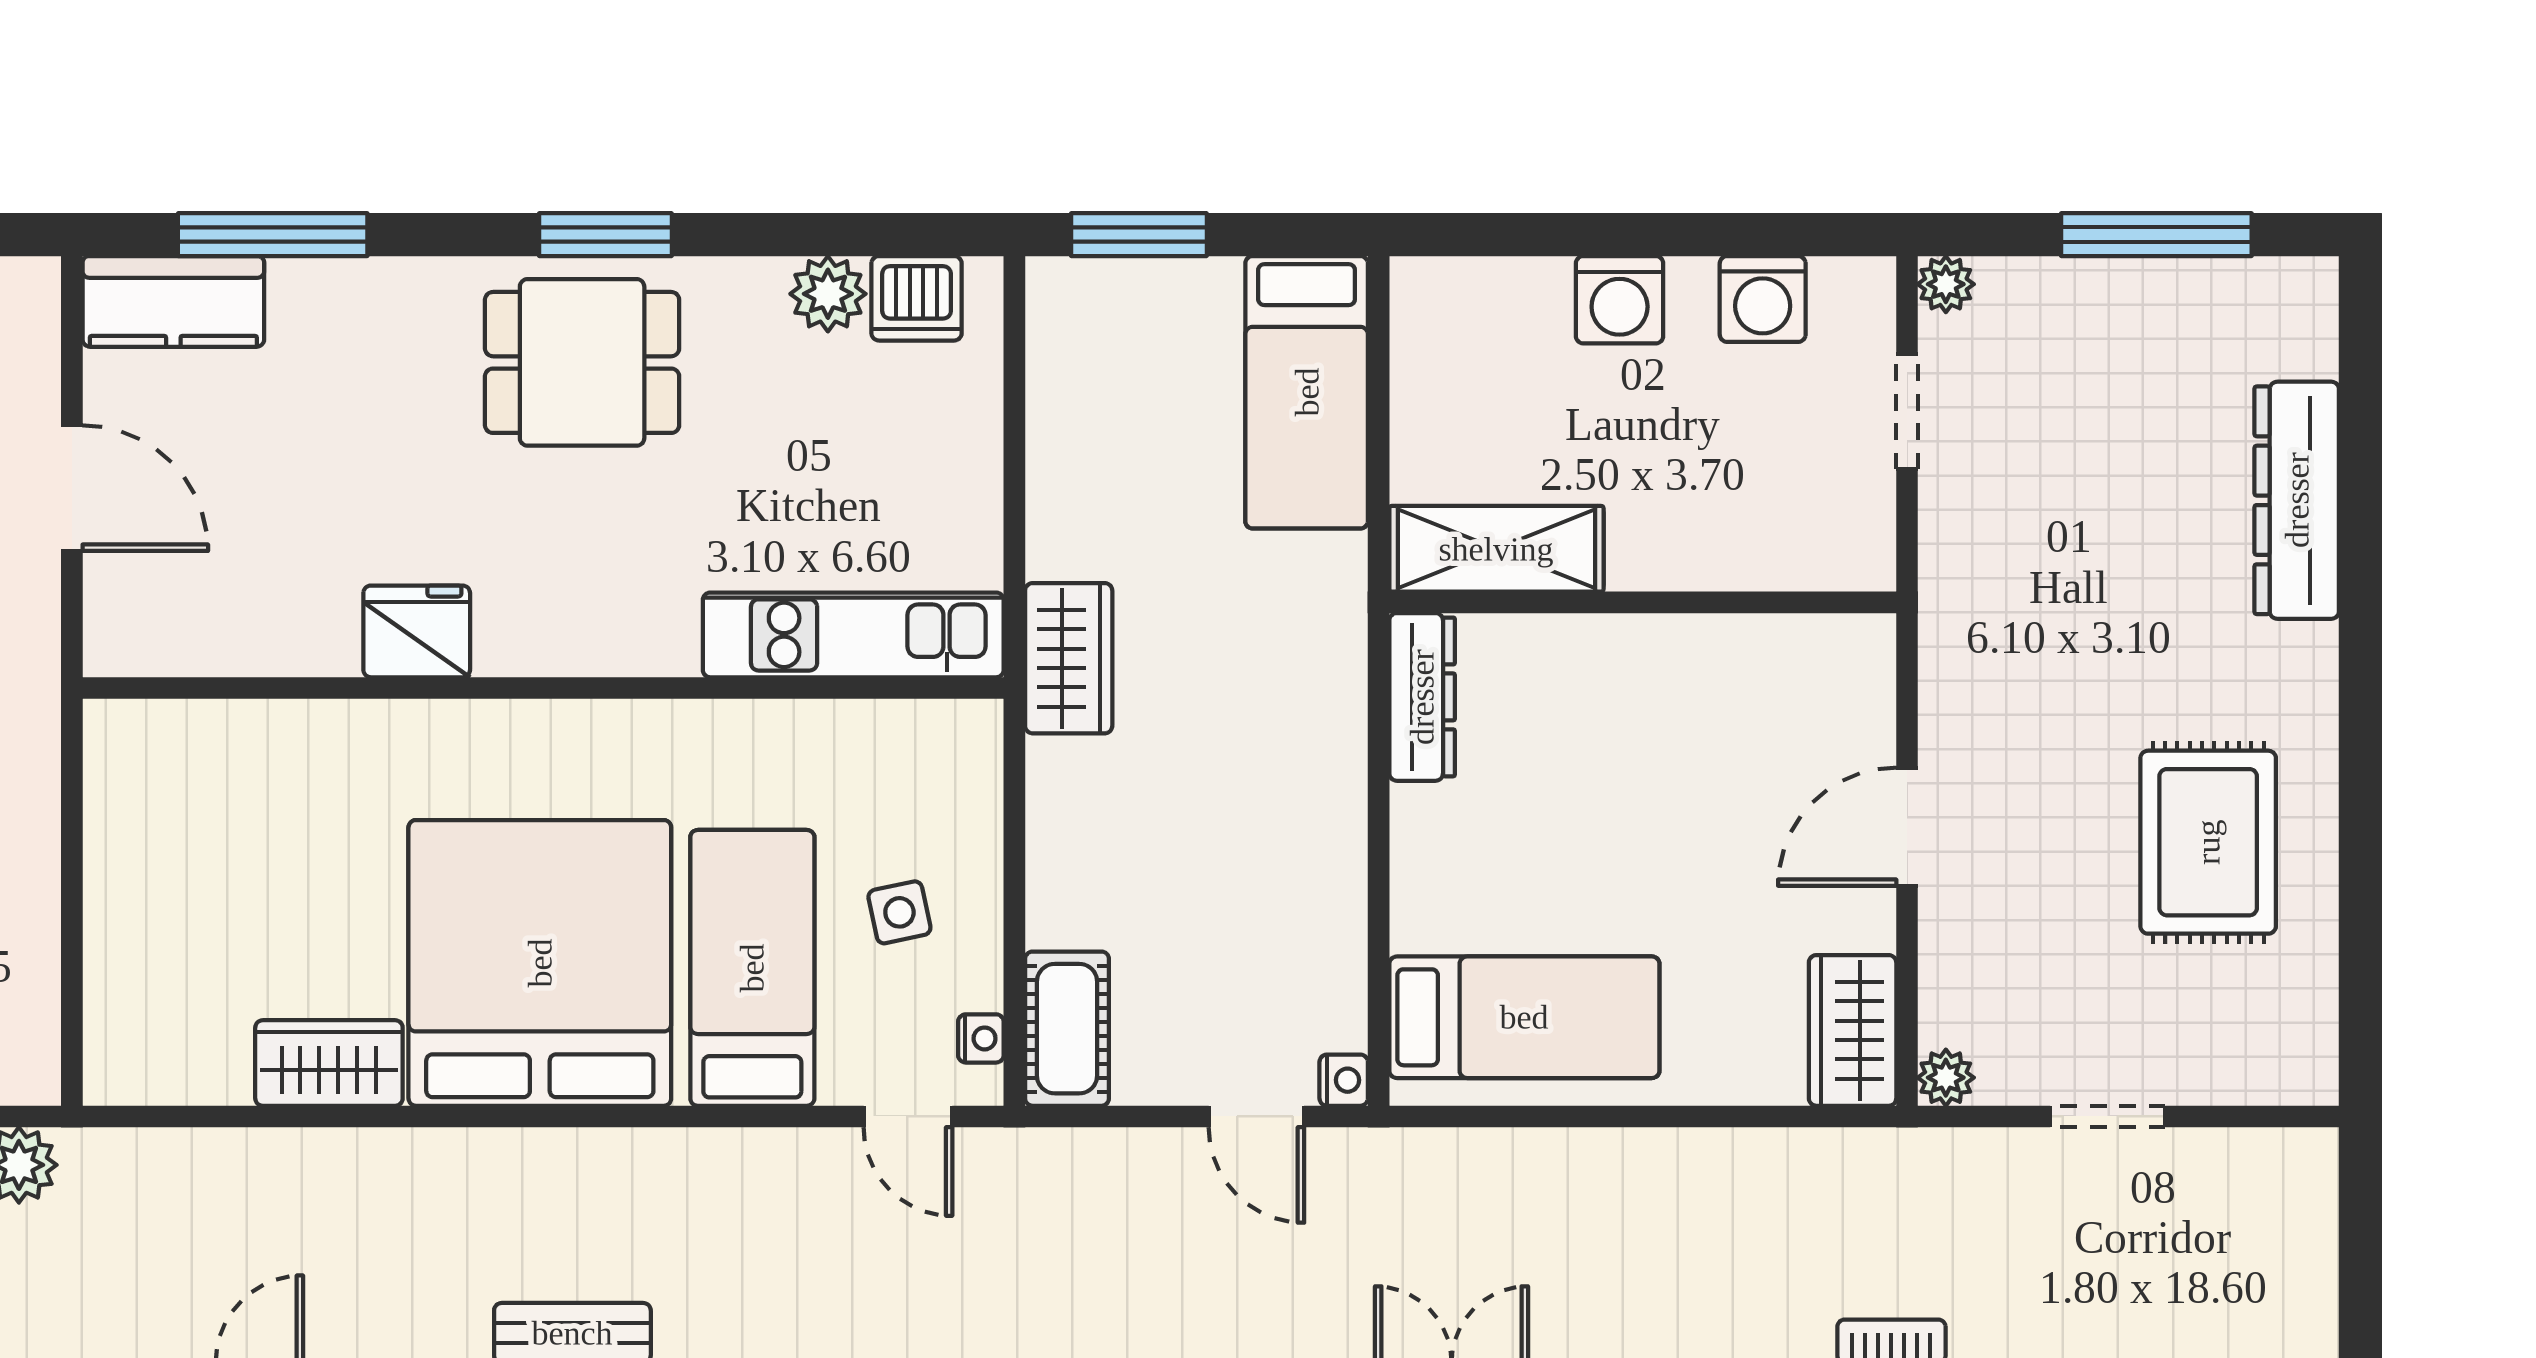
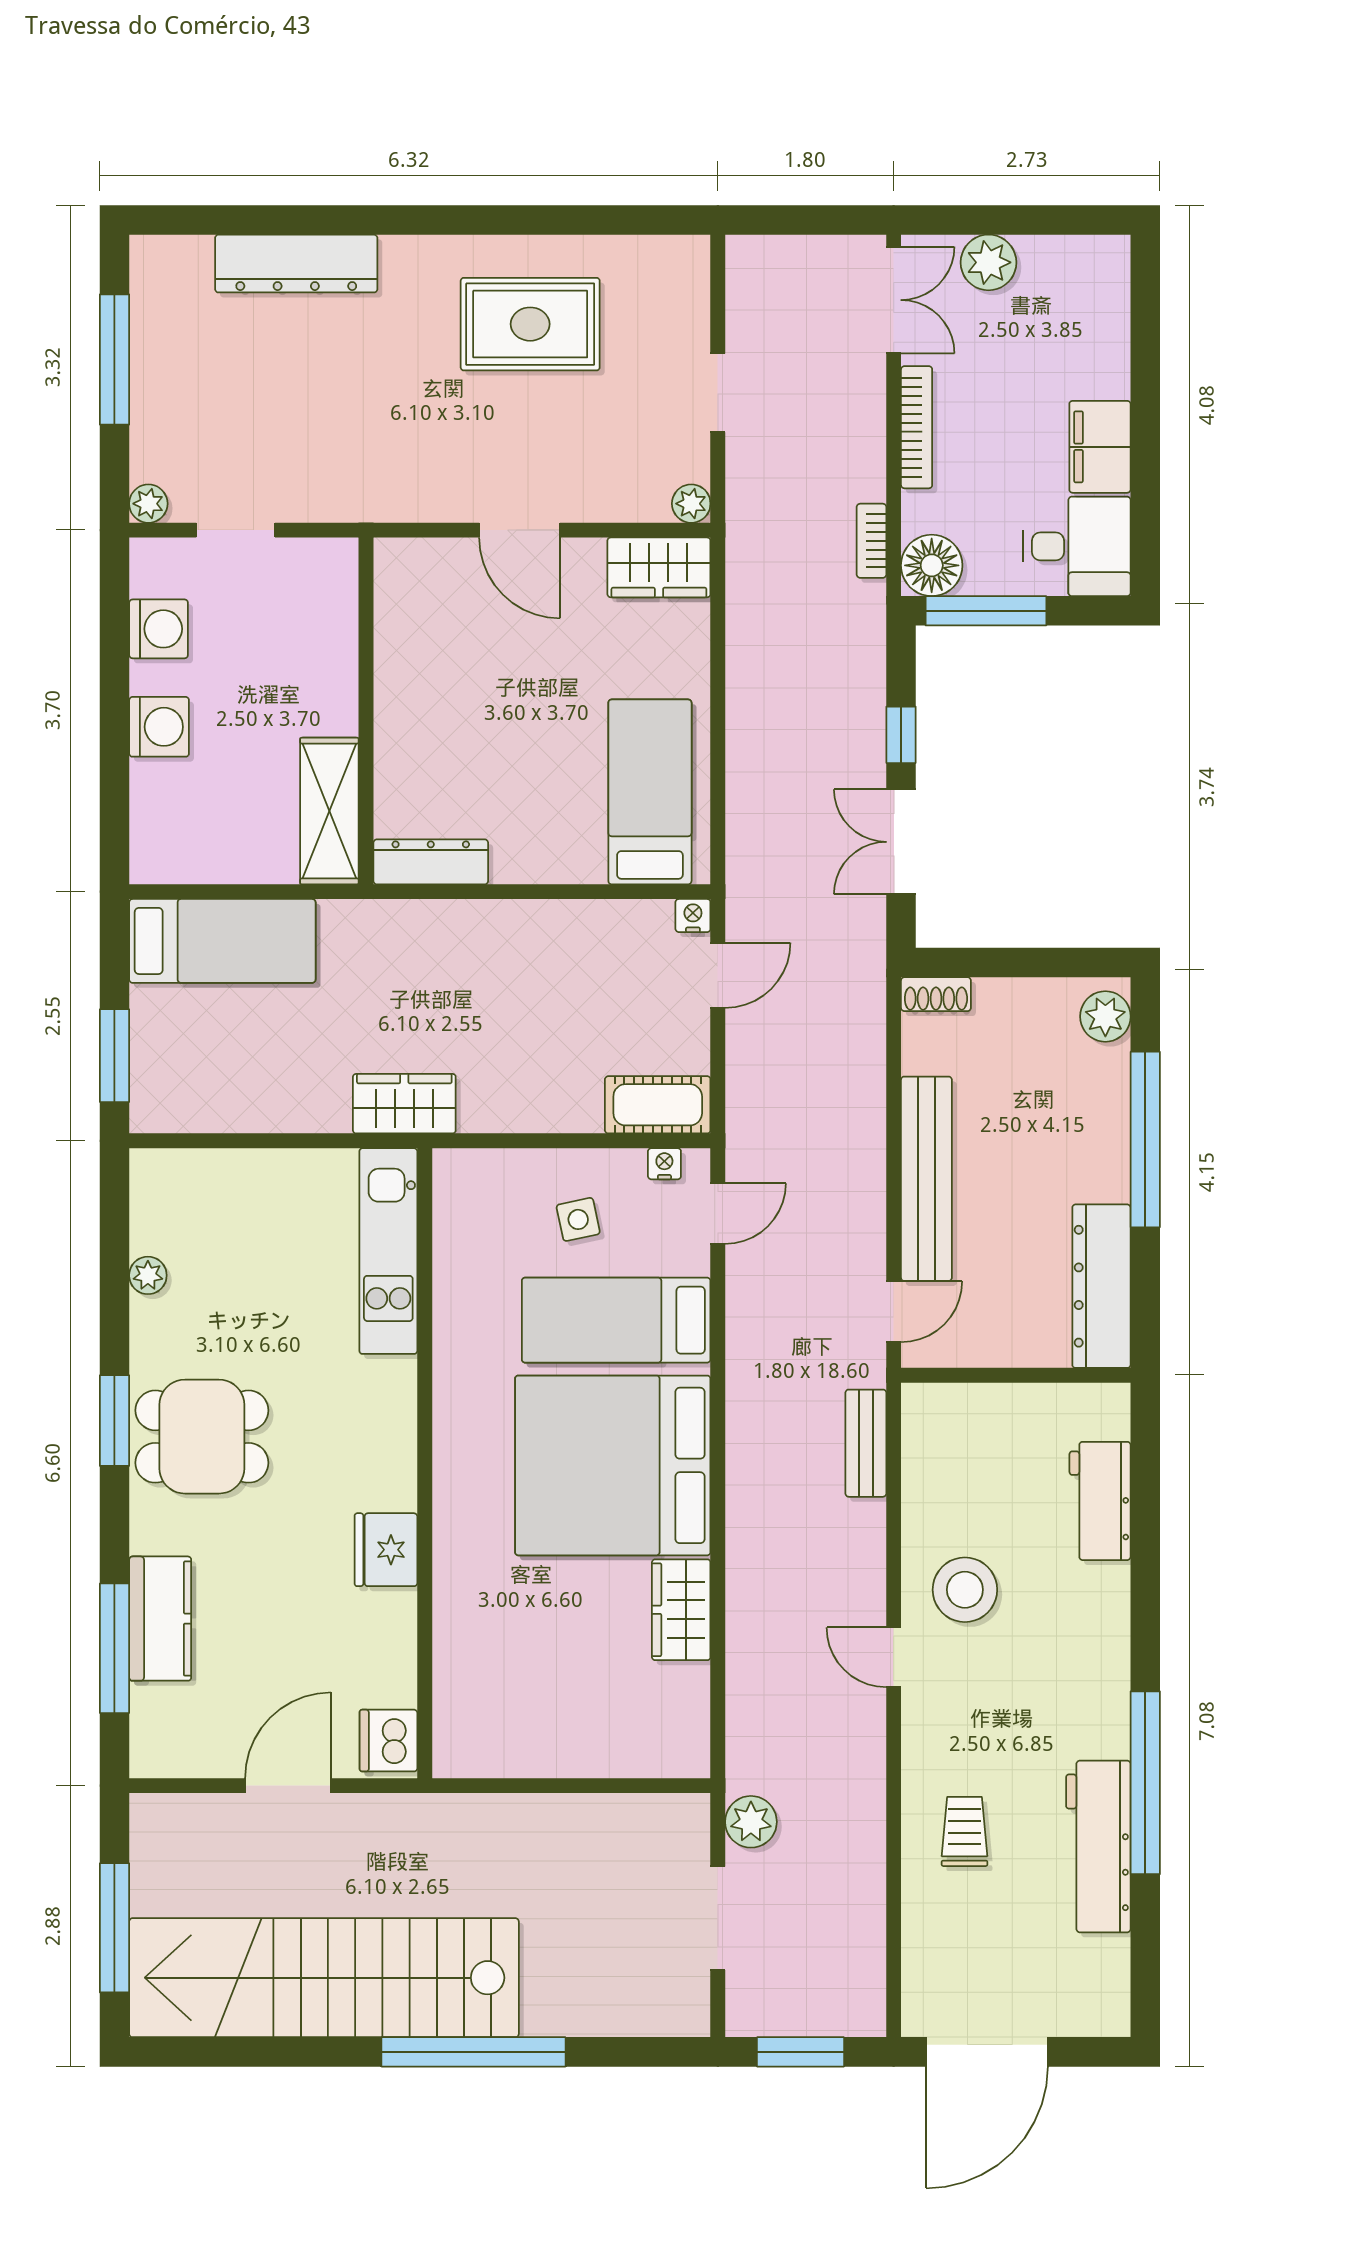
plant: (828, 294) -> (148, 1275), width x0.73, depth x0.73
dishwasher: (917, 298) -> (388, 1741), moved, turned 180
kitchen counter: (173, 301) -> (160, 1619), moved
dining table: (582, 362) -> (202, 1437), turned 90

